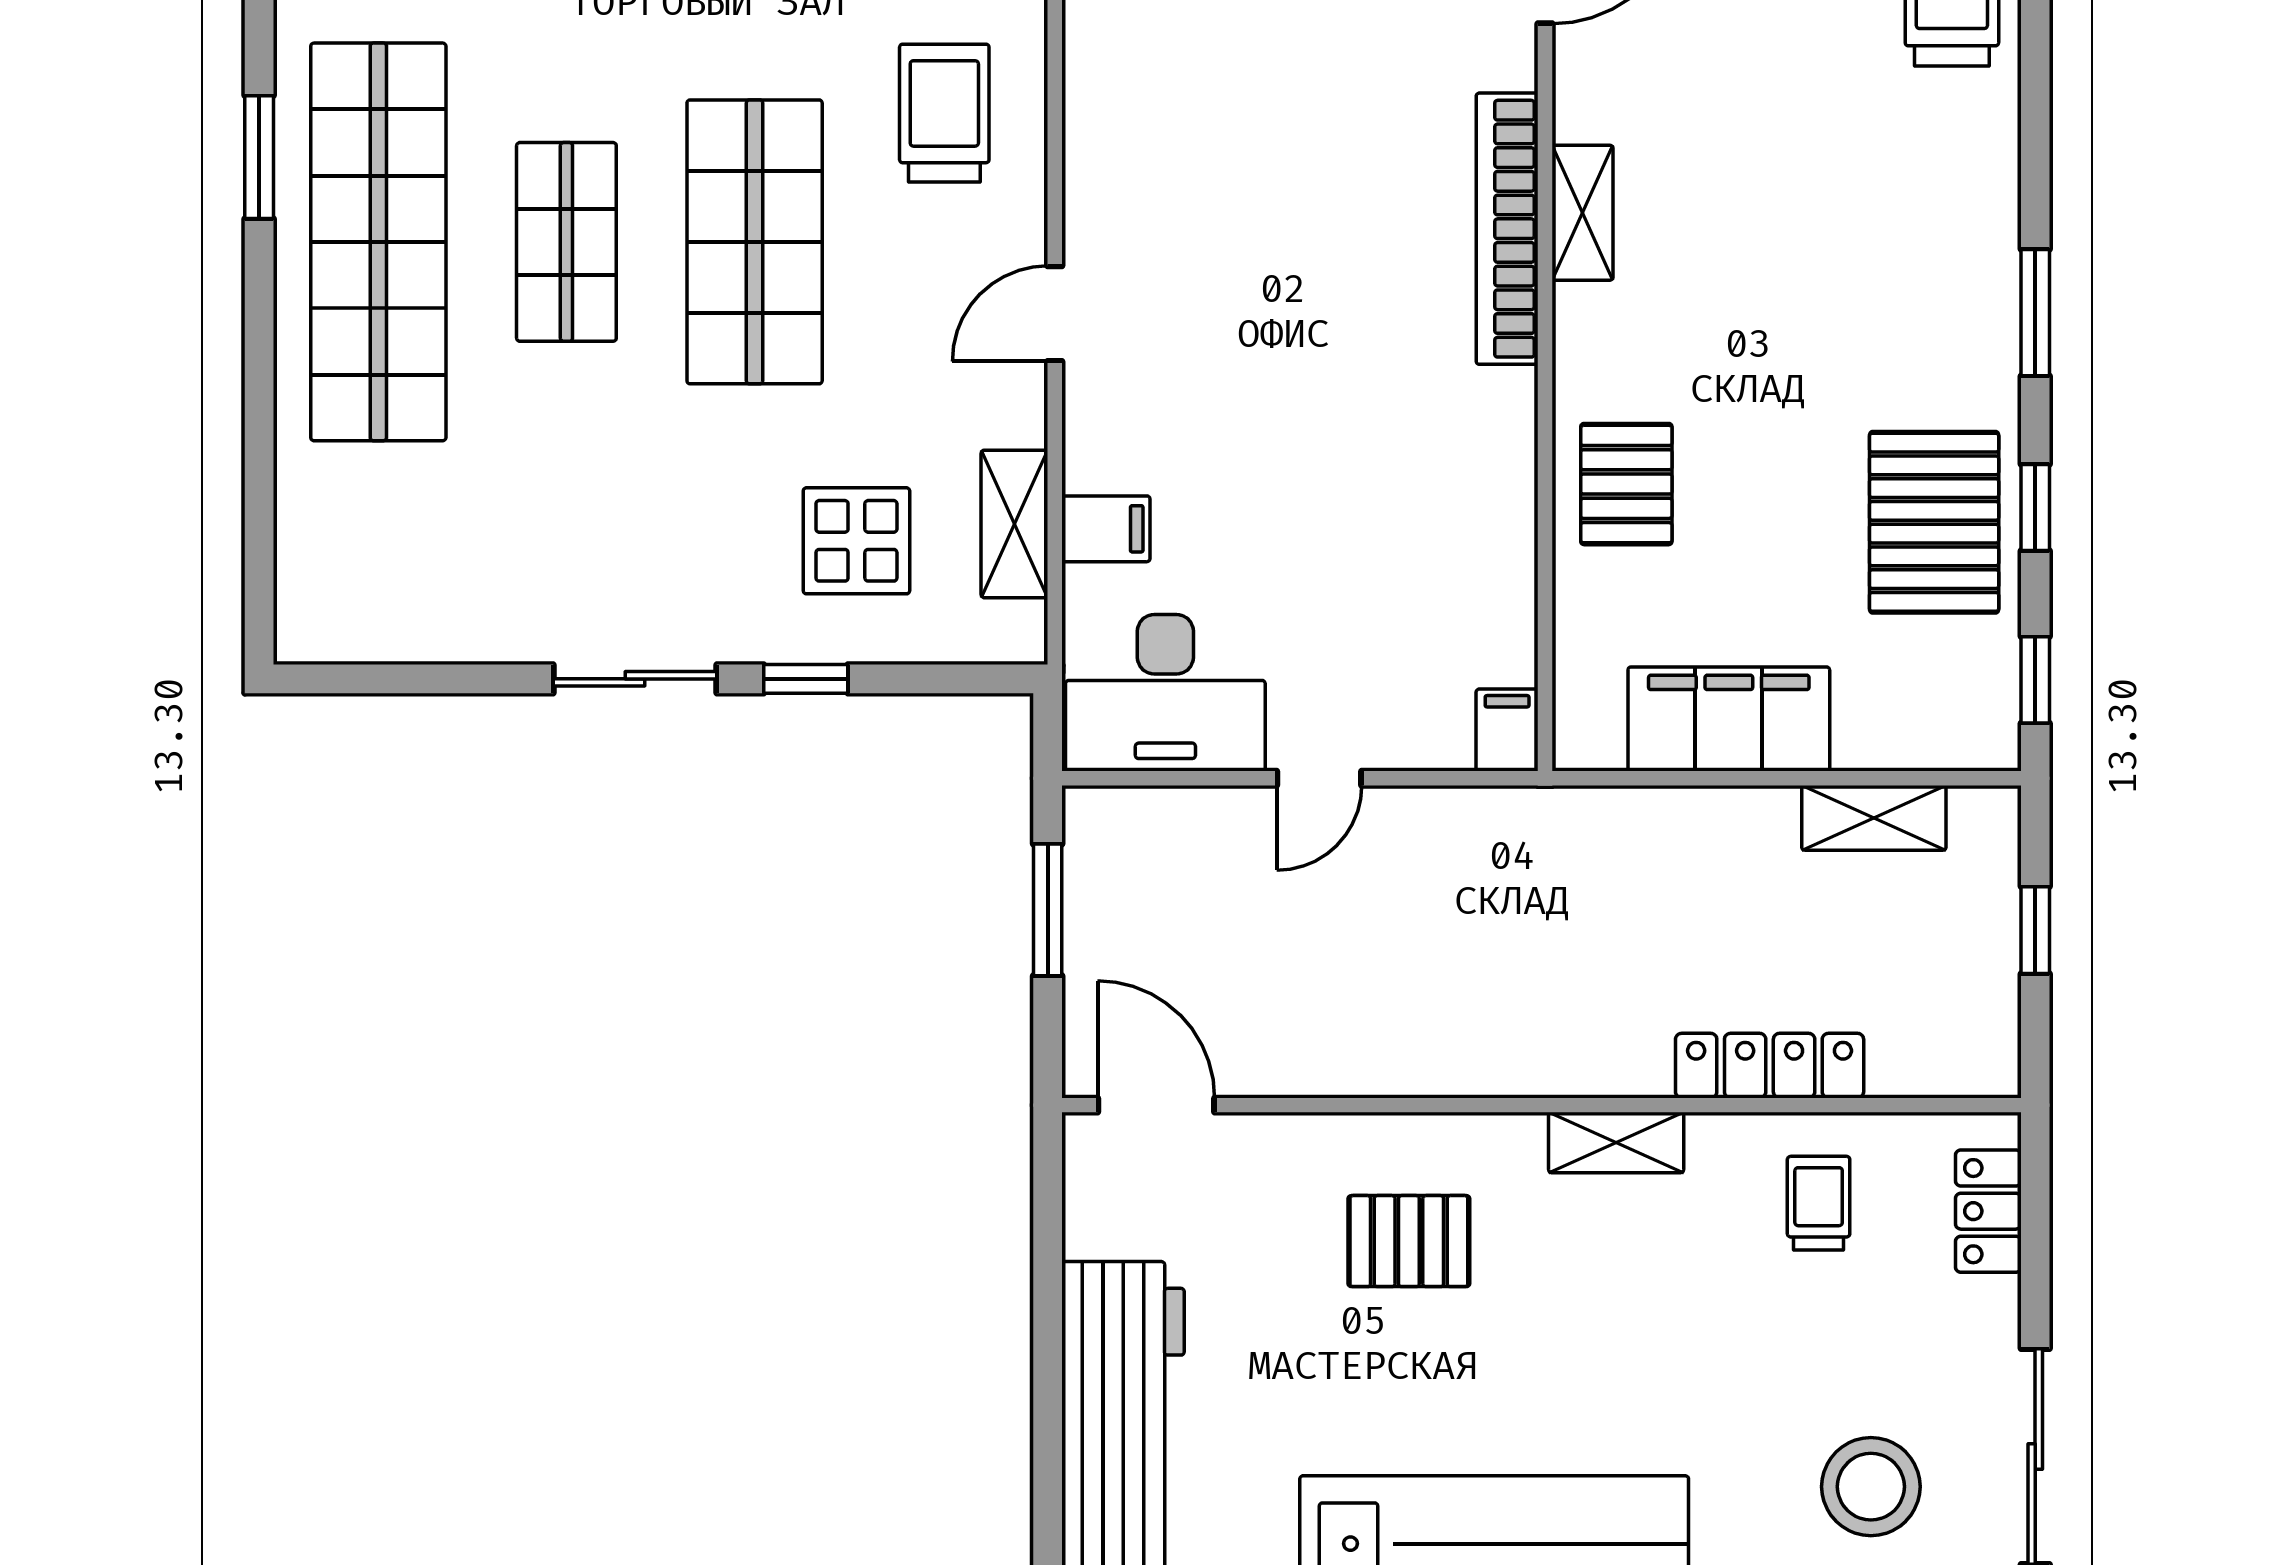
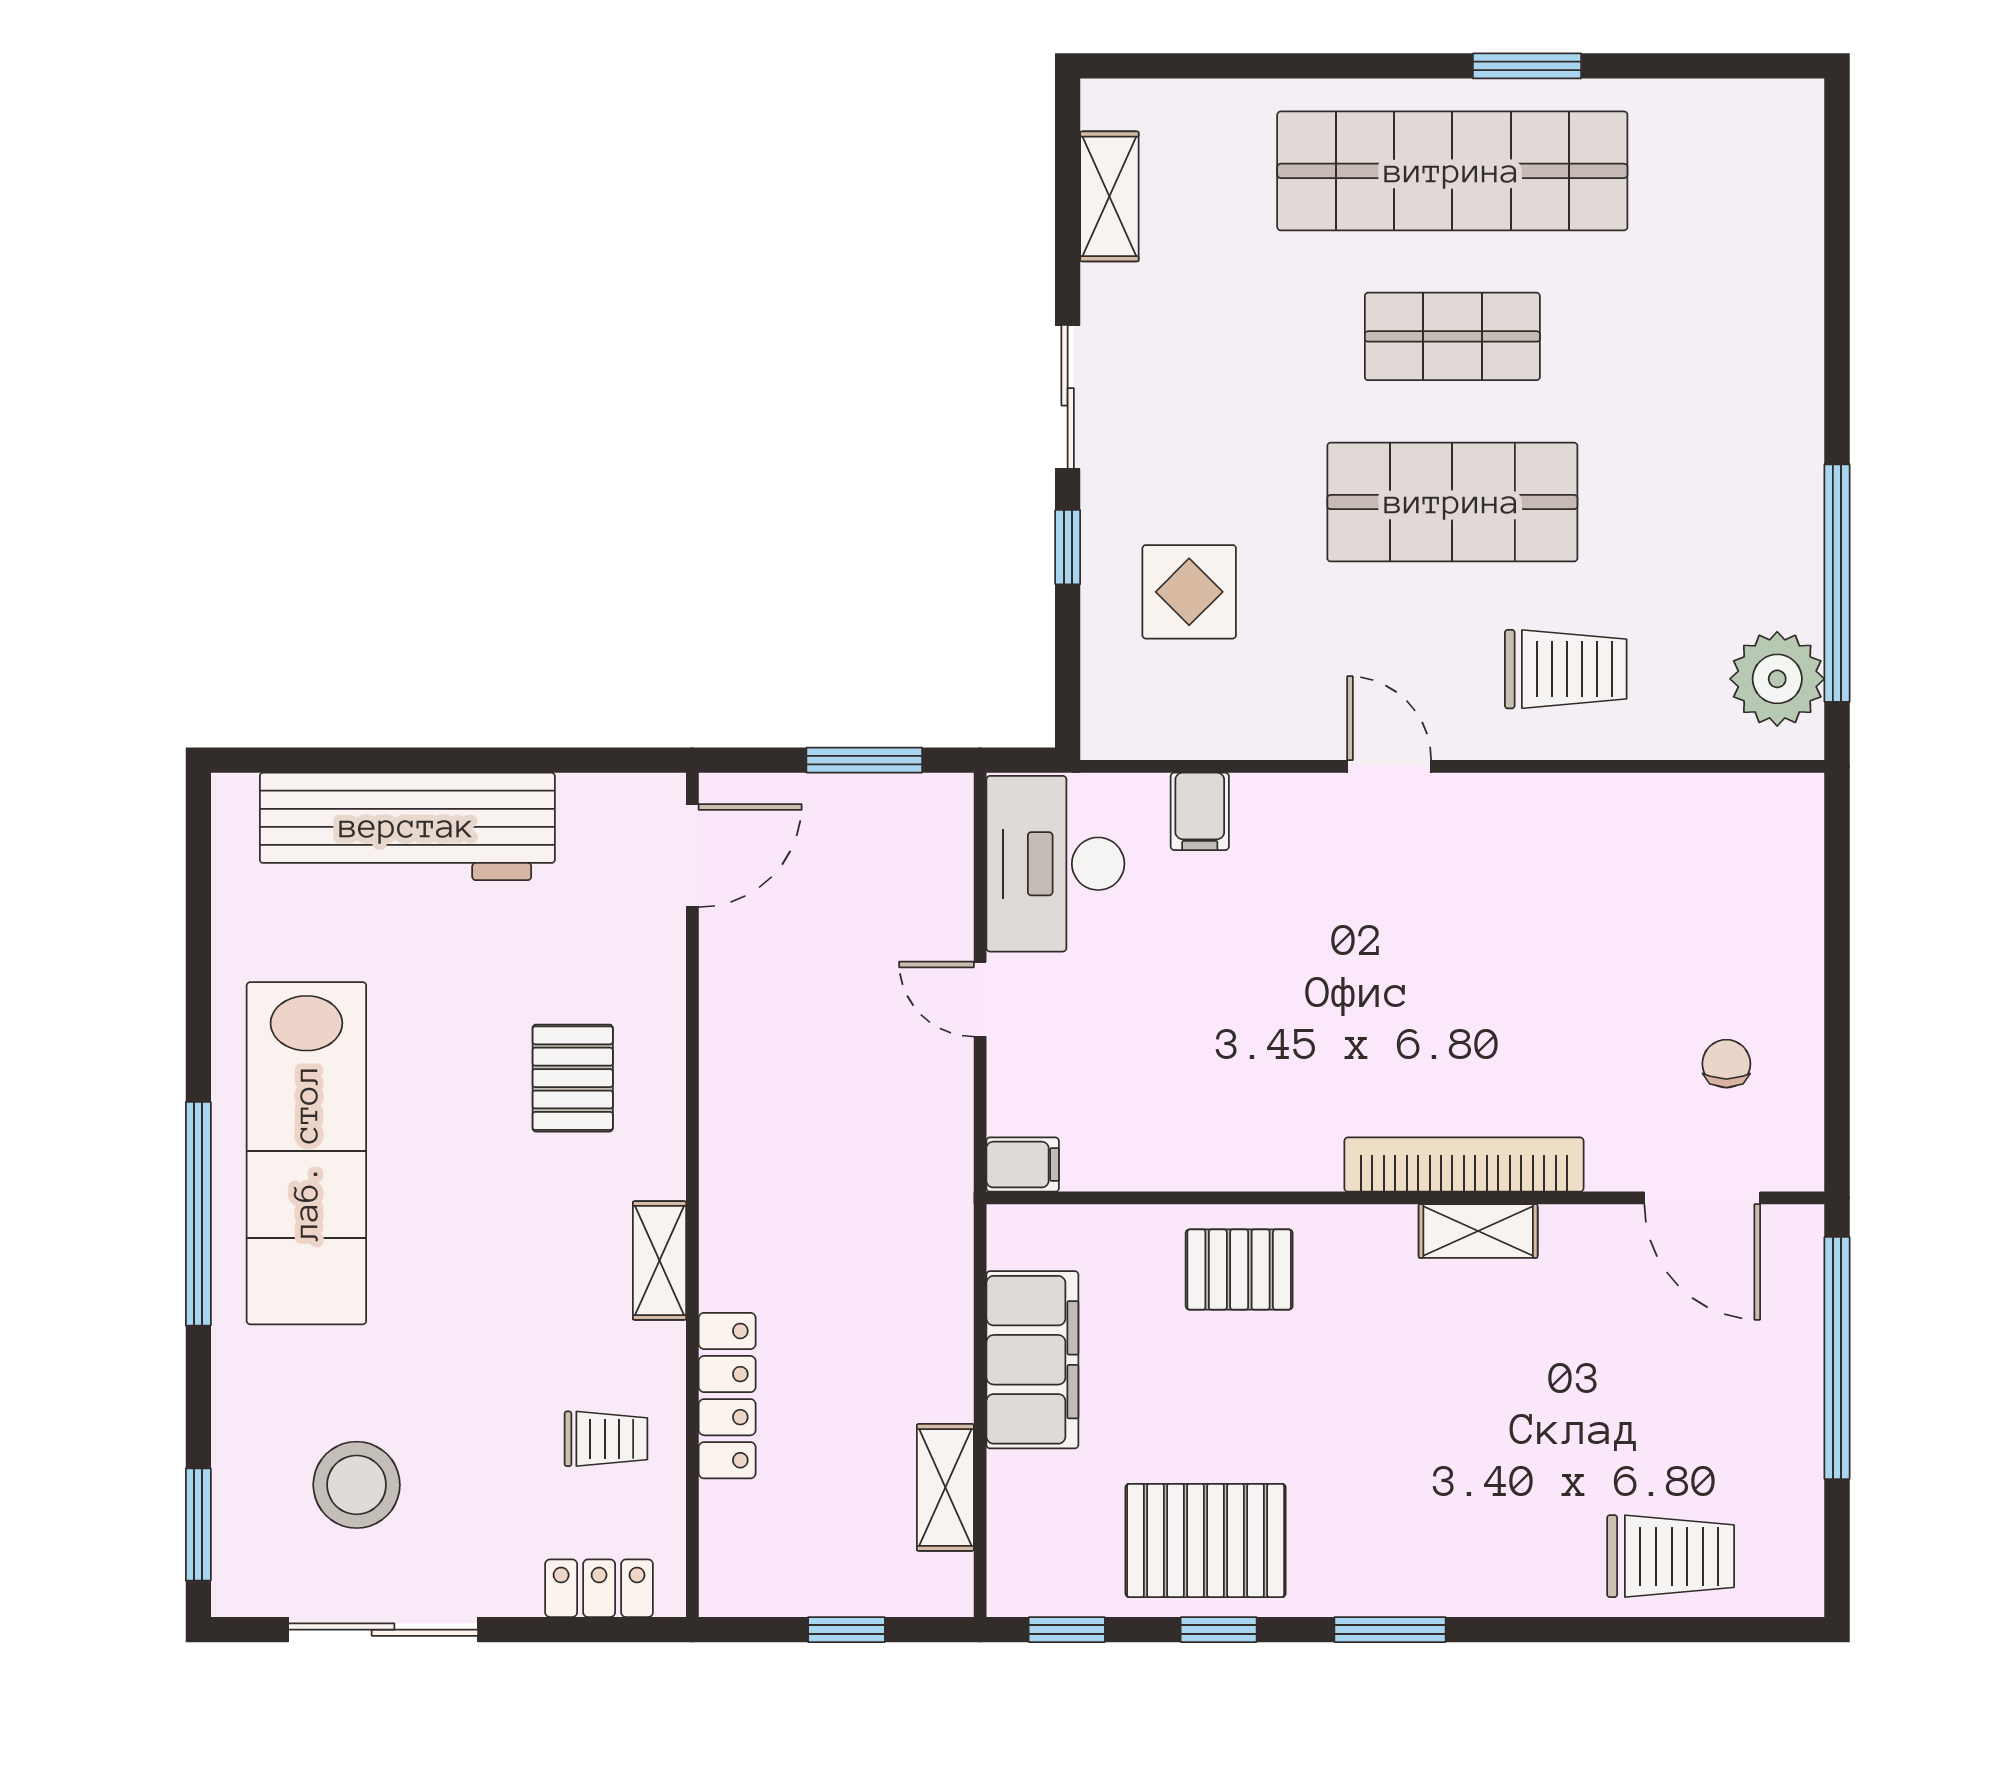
shelving: (1014, 524) -> (1109, 196), moved, turned 90

